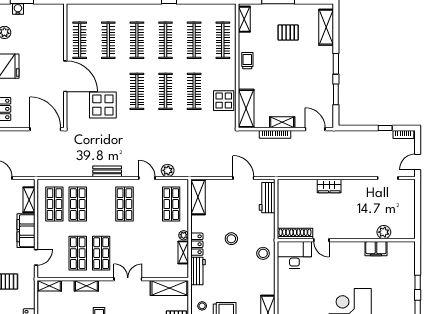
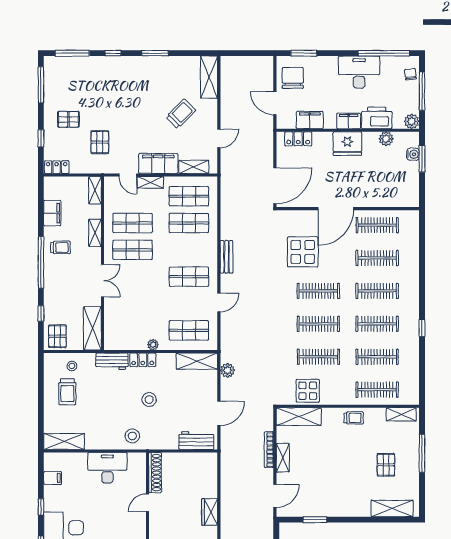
window: (336, 64) -> (350, 520), removed
plant: (168, 170) -> (227, 370), moved
shelving: (183, 252) -> (150, 182), moved
desk: (294, 255) -> (107, 468), moved, turned -90

